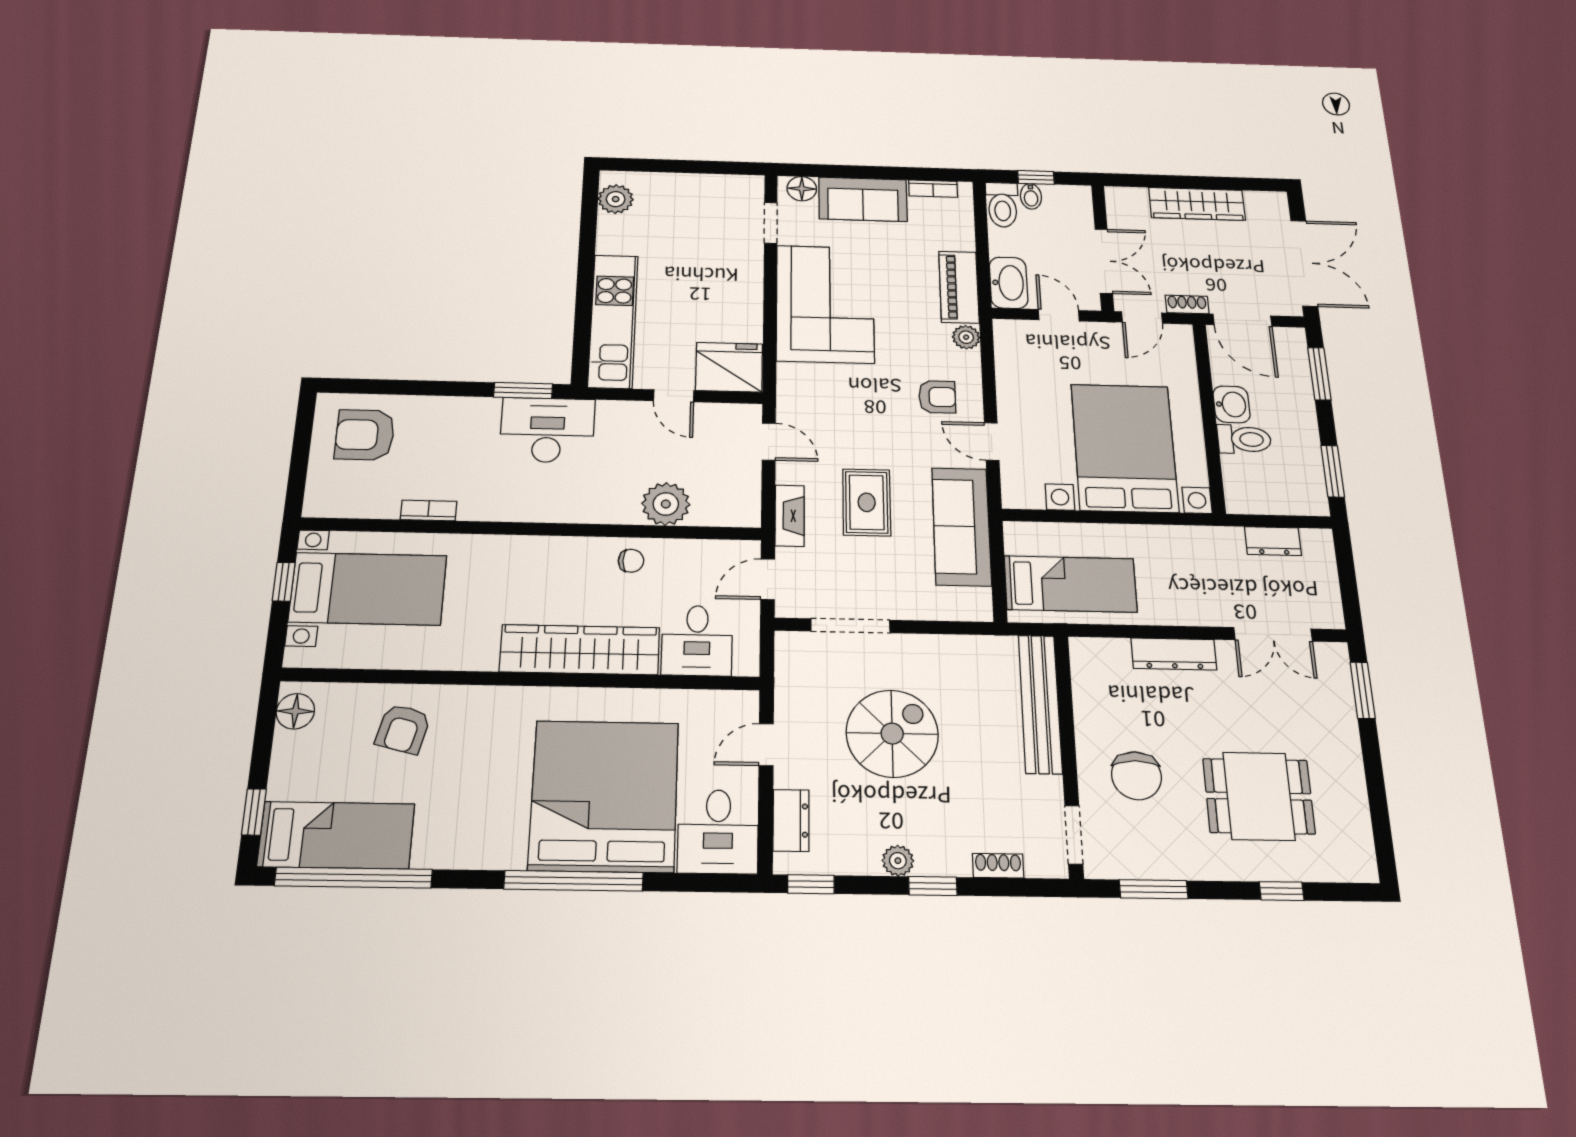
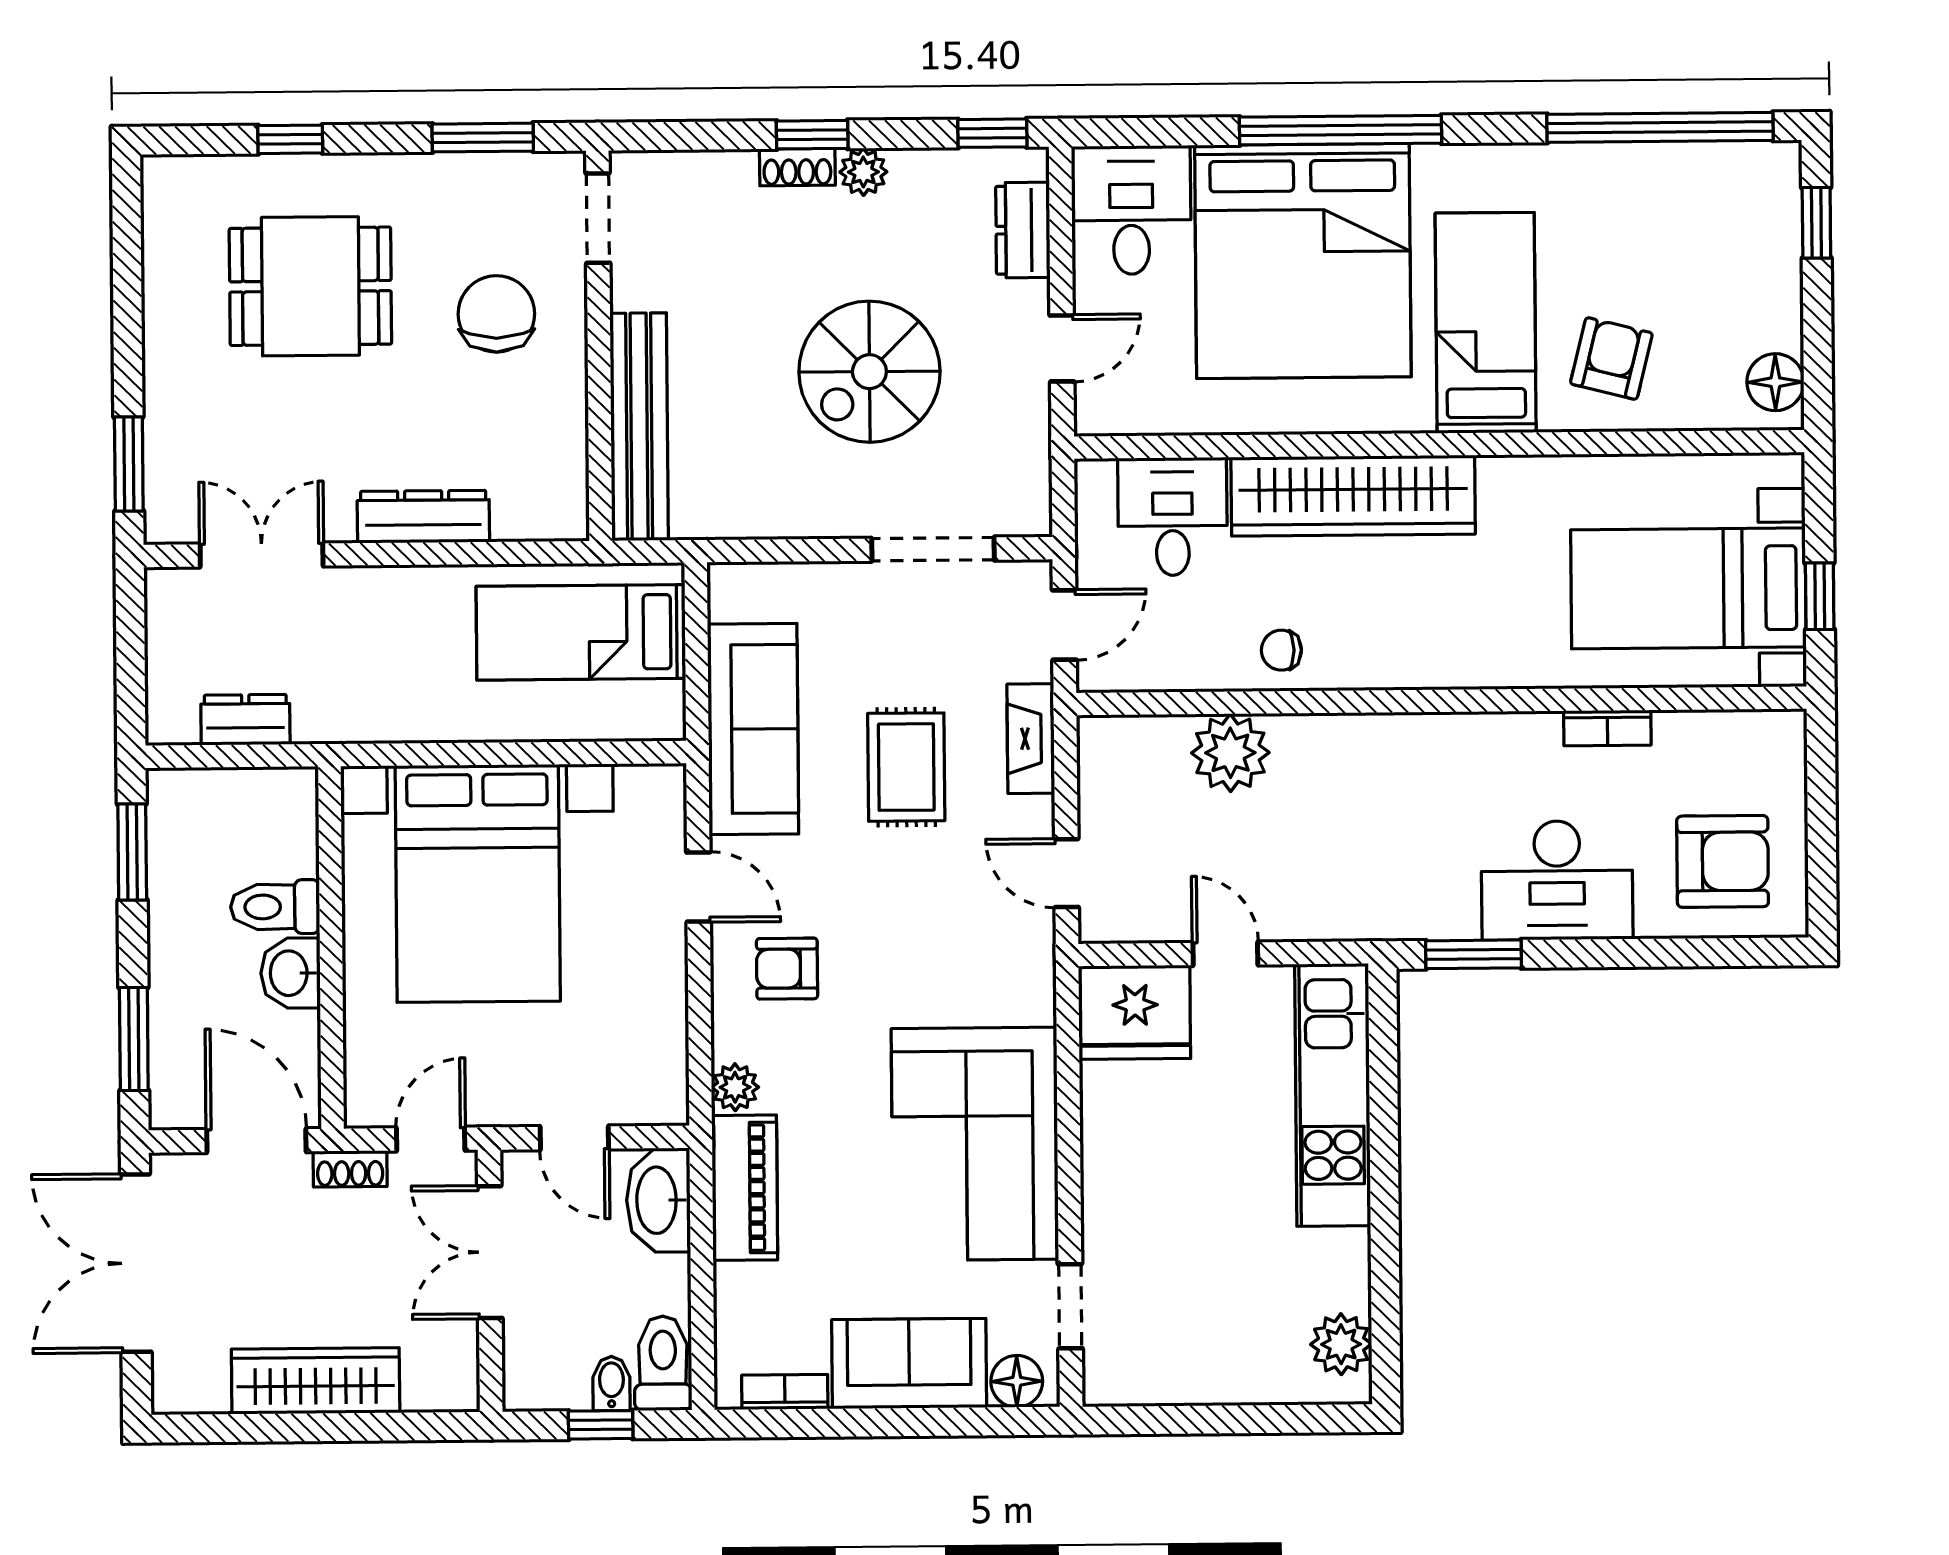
desk: (547, 430) -> (1557, 880), moved
bed: (336, 835) -> (1486, 323), moved, turned 90
shoe rack: (998, 866) -> (797, 167), moved

